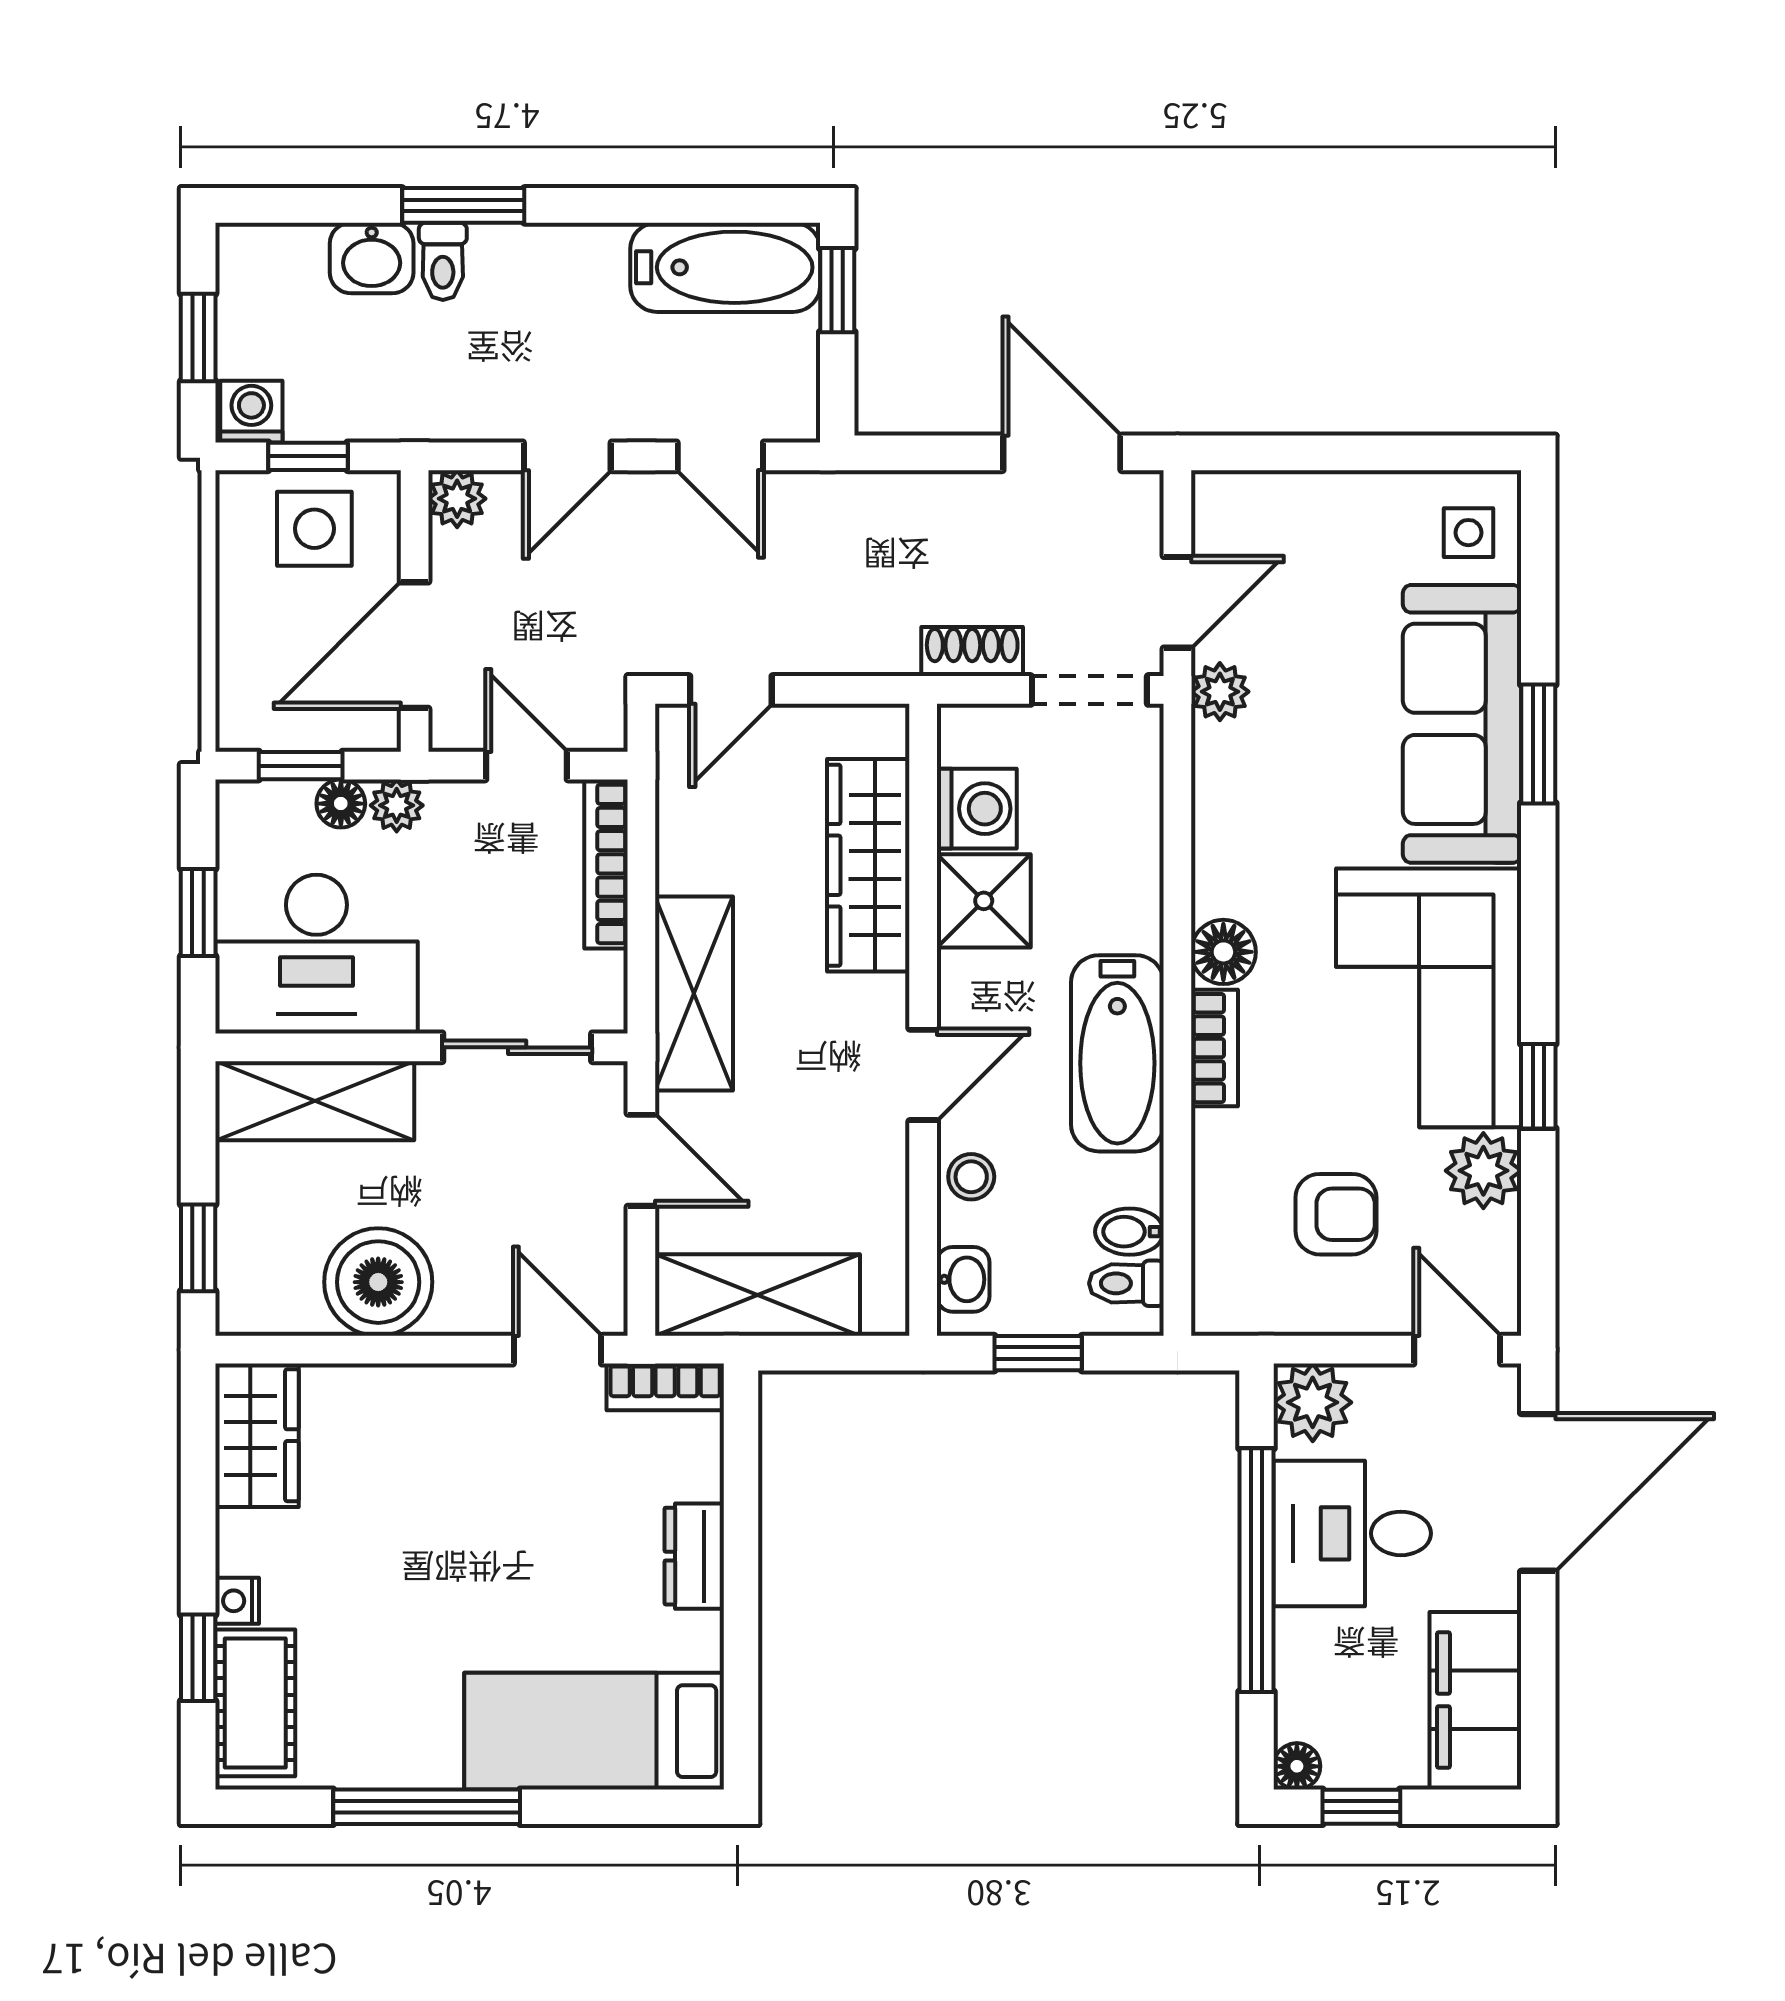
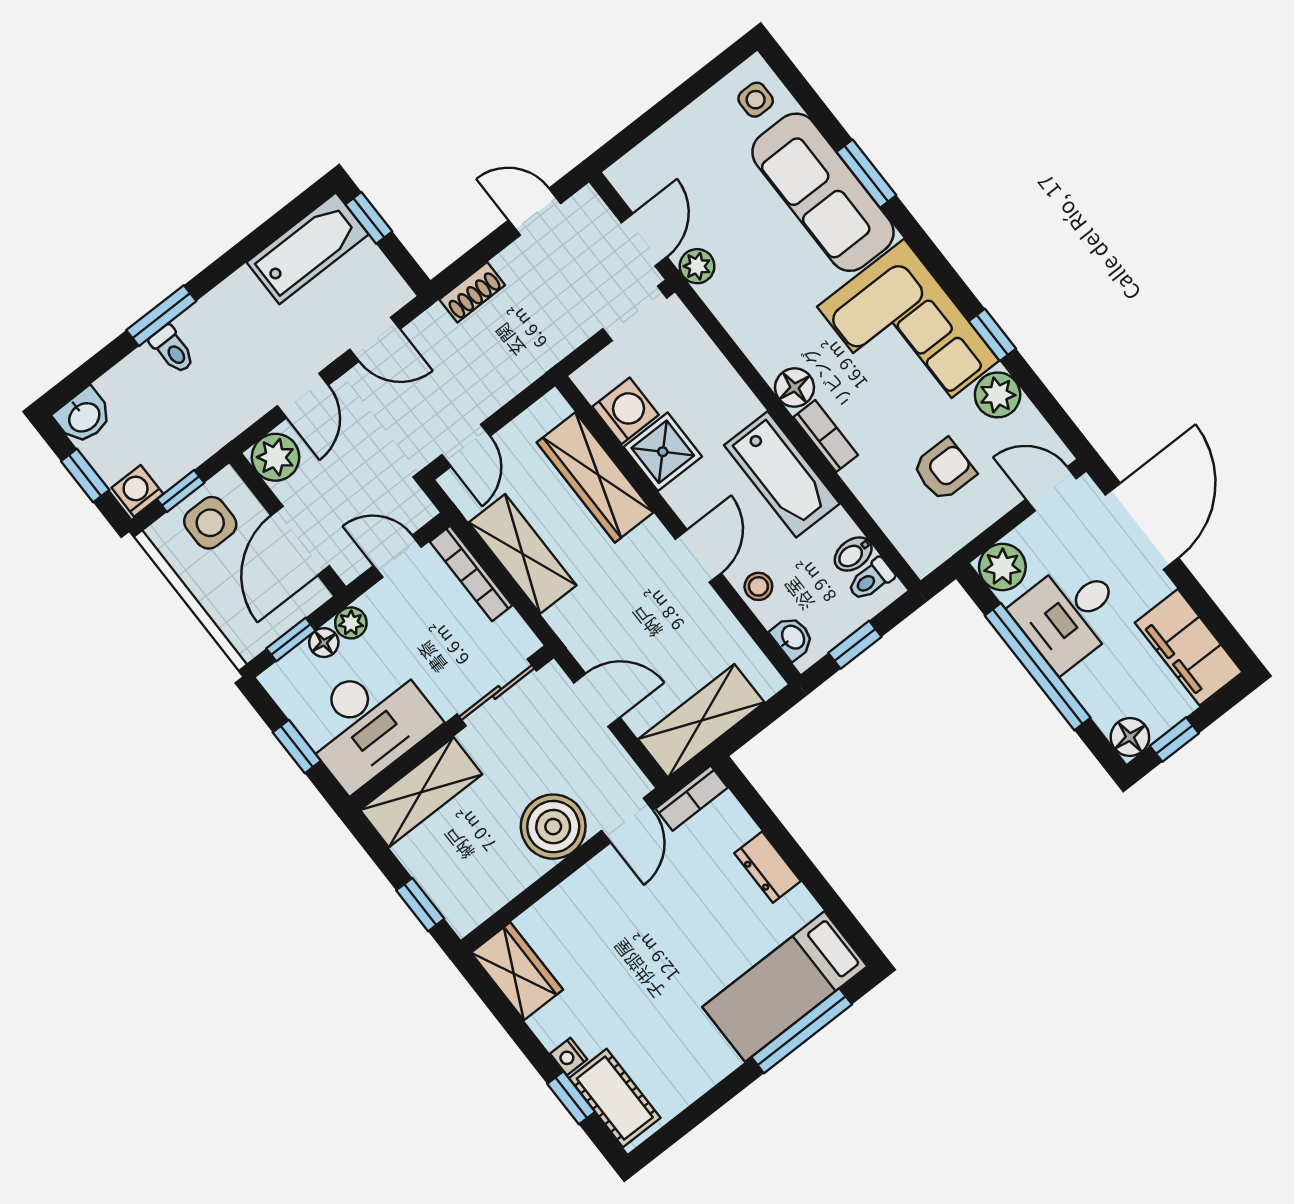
washbasin: (372, 258) -> (84, 416), moved
door: (1062, 453) -> (535, 212), width x0.73
plant: (457, 499) -> (275, 457), width x1.38, depth x1.38
shoe rack: (972, 652) -> (472, 292), moved, turned 180
shelving: (694, 994) -> (523, 554), moved
boiler: (378, 1282) -> (553, 827), moved
door: (557, 1350) -> (627, 820), swing flipped
floor lamp: (1297, 1766) -> (1130, 737), width x1.37, depth x1.37
window: (427, 1807) -> (802, 1031), moved

